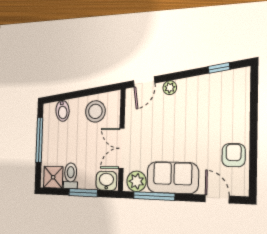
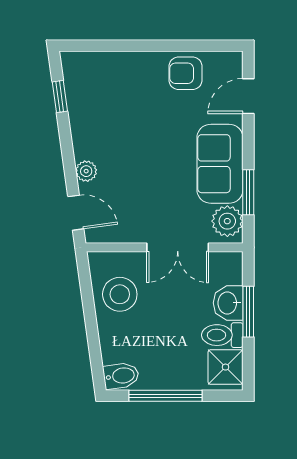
bidet: (63, 111) -> (121, 376), moved
washbasin: (106, 181) -> (228, 303), moved
window: (154, 196) -> (248, 192), width x0.69

